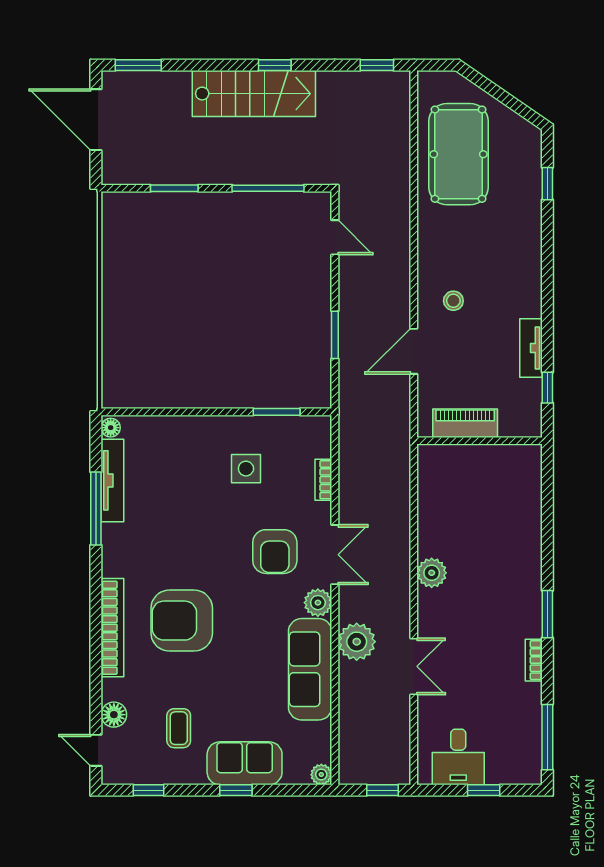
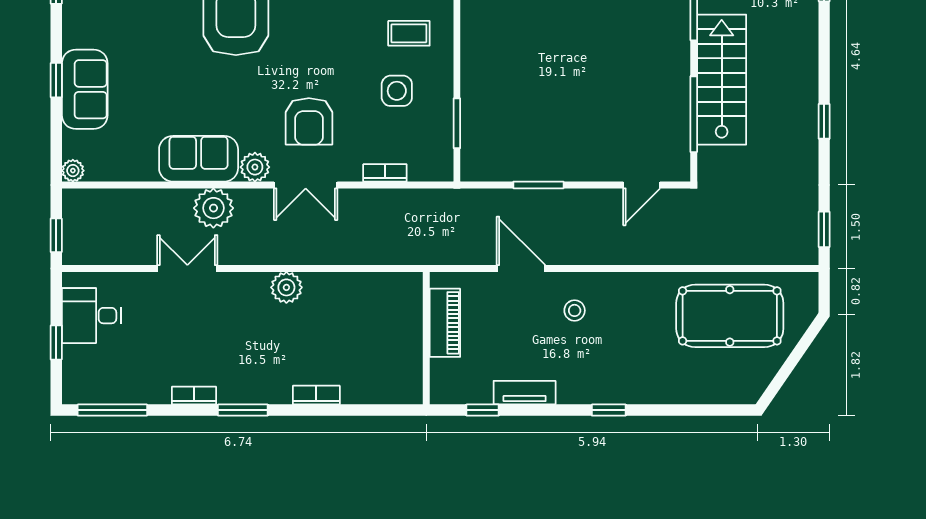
stairs: (254, 94) -> (722, 80), moved, turned 180
window: (547, 184) -> (609, 410), moved
bookcase: (533, 545) -> (316, 395), added
armchair: (275, 552) -> (309, 121), turned -90
double door: (414, 666) -> (187, 269), swing flipped
sofa: (310, 669) -> (199, 159), width x0.73
coffee table: (179, 728) -> (409, 33), moved

